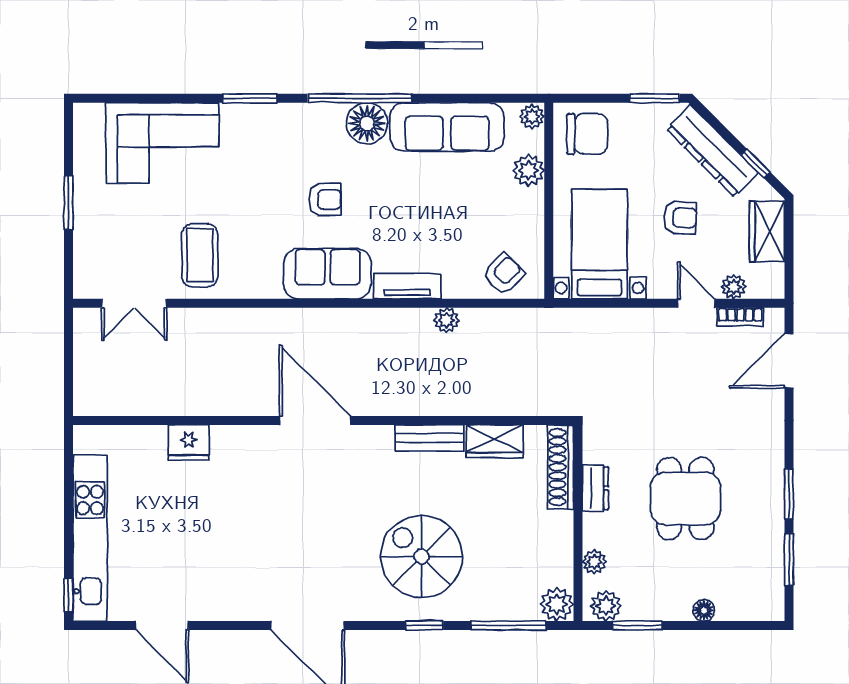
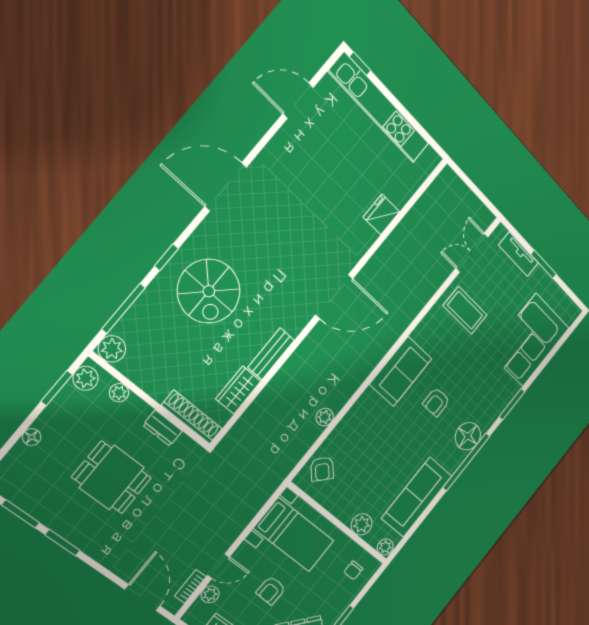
floor lamp: (367, 123) -> (468, 436), moved
chair: (587, 134) -> (353, 570), width x0.54, depth x0.54
tv unit: (407, 286) -> (519, 254), moved, turned 90
spiral stairs: (422, 557) -> (209, 291), turned 90

